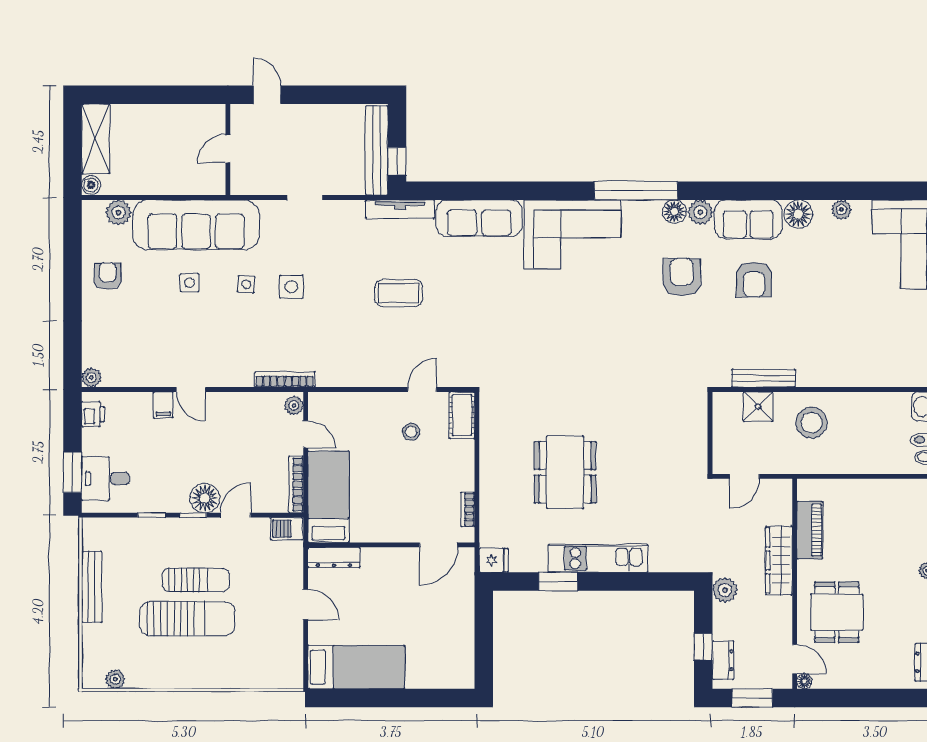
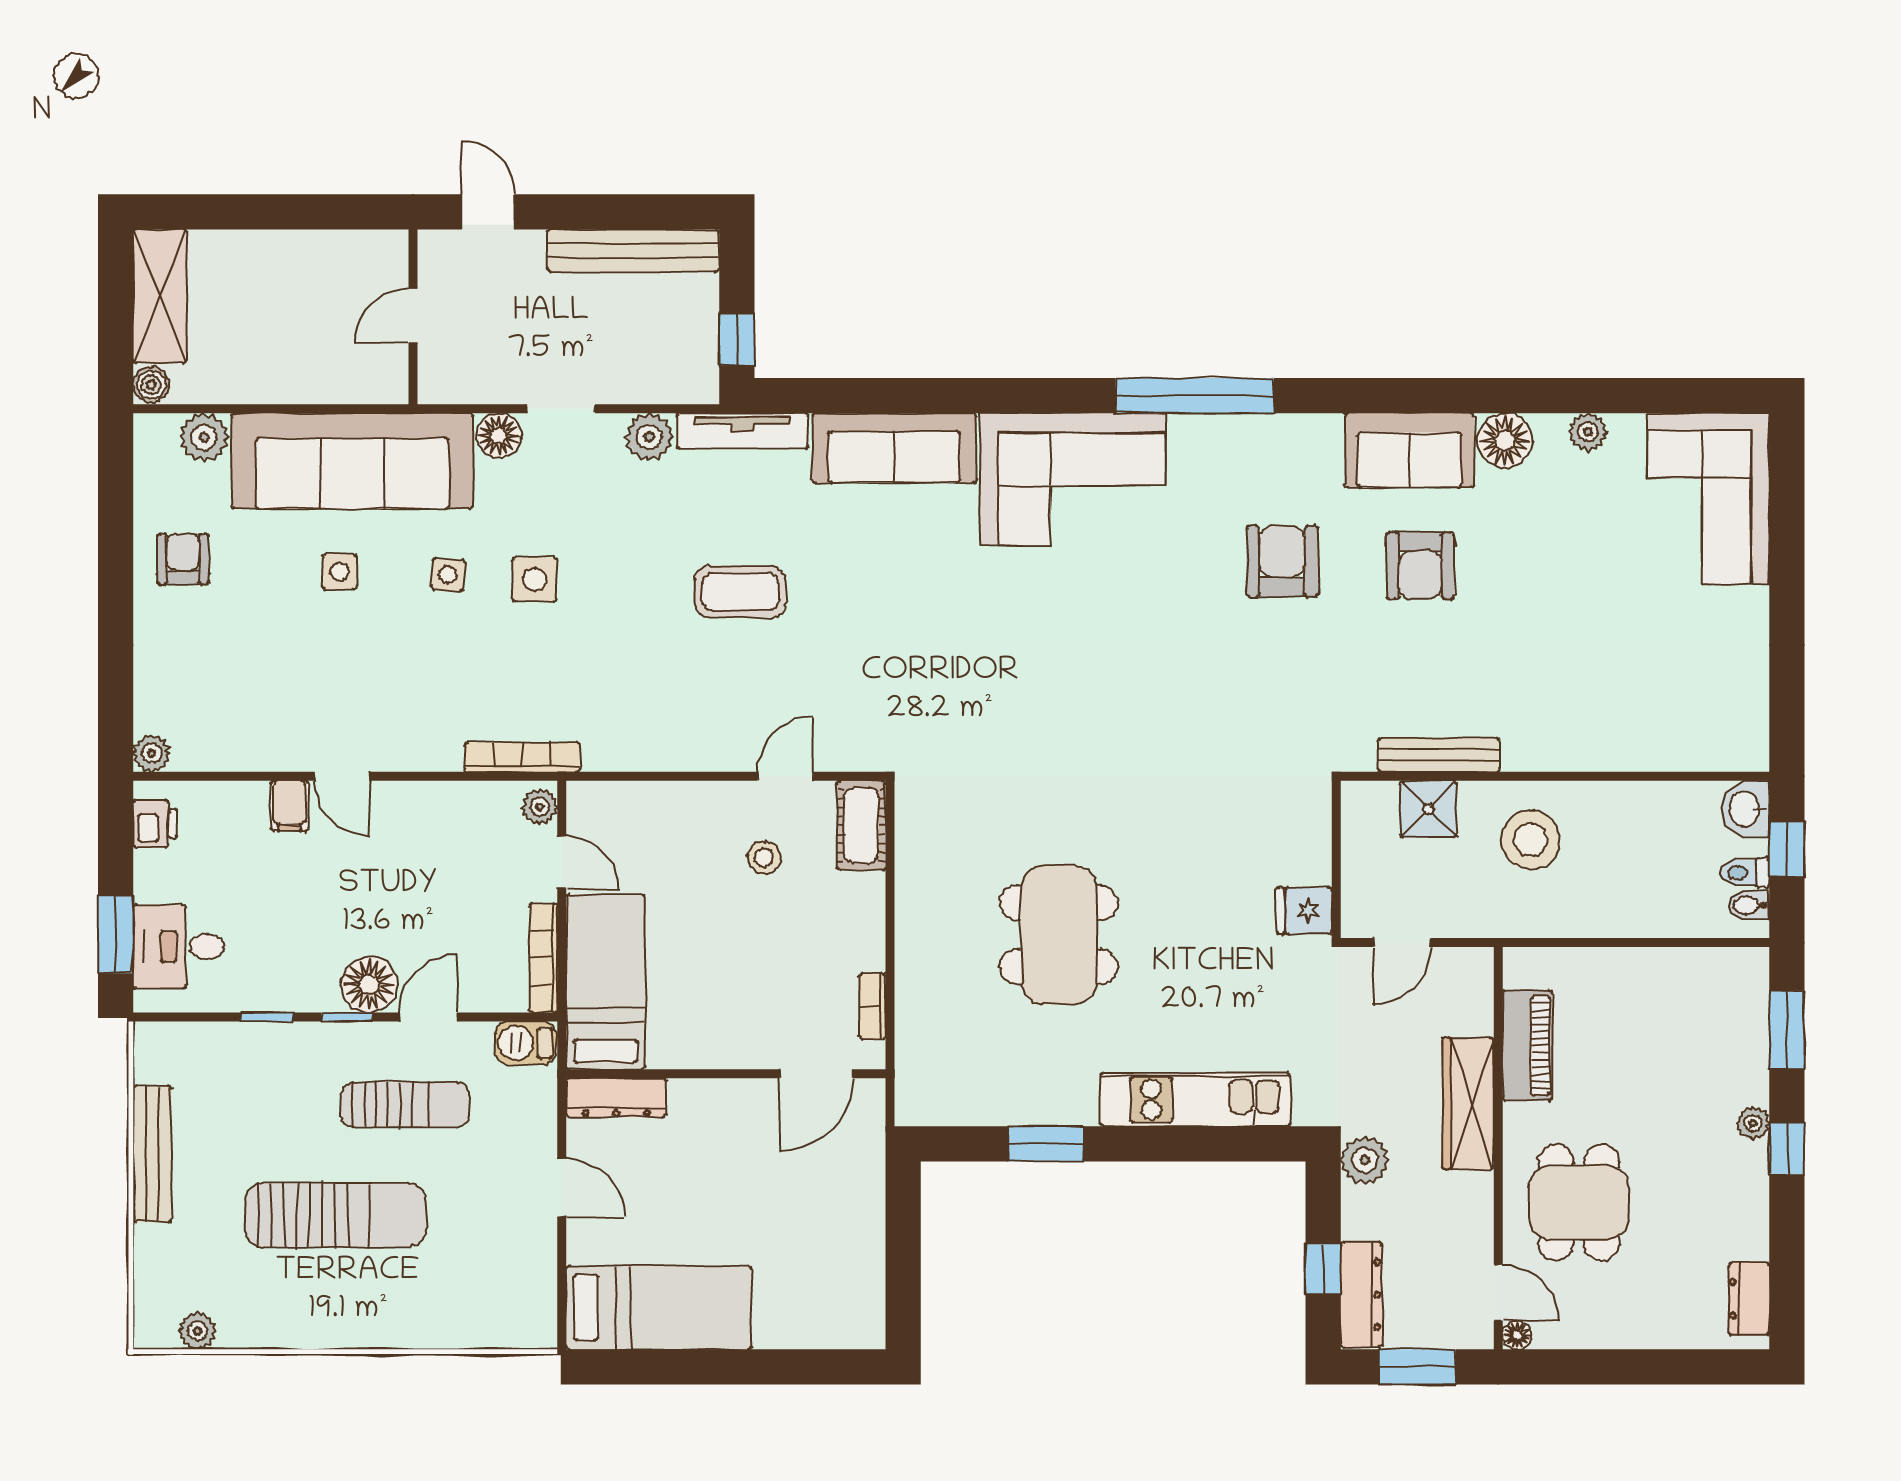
bench: (377, 150) -> (633, 251), moved, turned 90
floor lamp: (674, 212) -> (499, 436), moved
plant: (700, 212) -> (649, 437), moved
kitchen unit: (598, 558) -> (1195, 1099), moved
fridge: (494, 560) -> (1304, 911), moved, turned 180
sun lounger: (196, 580) -> (405, 1105), moved
dresser: (723, 660) -> (1361, 1295), width x1.44

